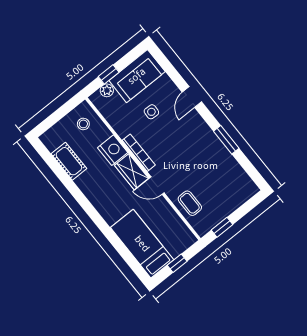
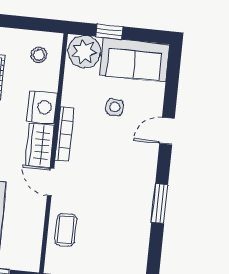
plant: (107, 90) -> (84, 52), width x1.88, depth x1.88

